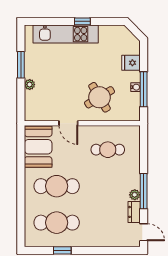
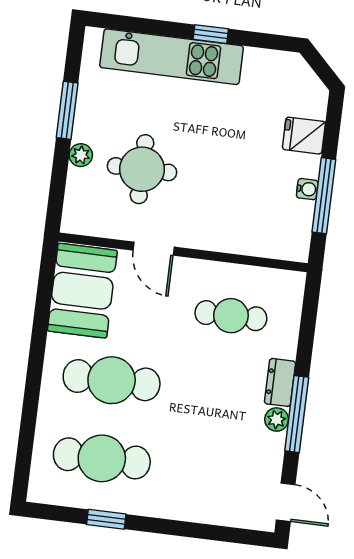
round table: (100, 97) -> (142, 169), moved, turned 31
dresser: (134, 212) -> (280, 382), moved

